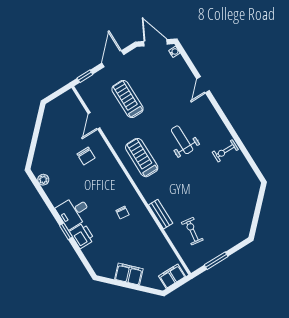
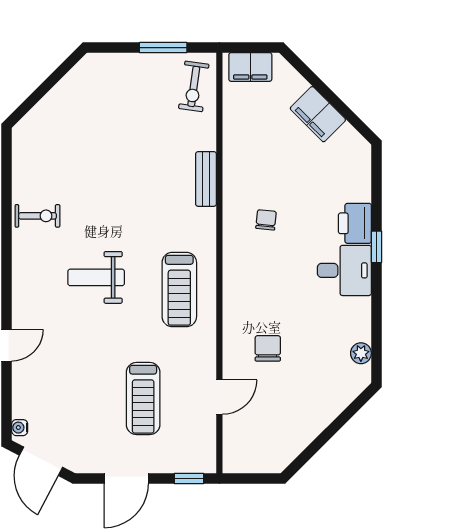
weight bench: (182, 140) -> (96, 277), turned 90
exercise bike: (192, 231) -> (194, 86), moved

